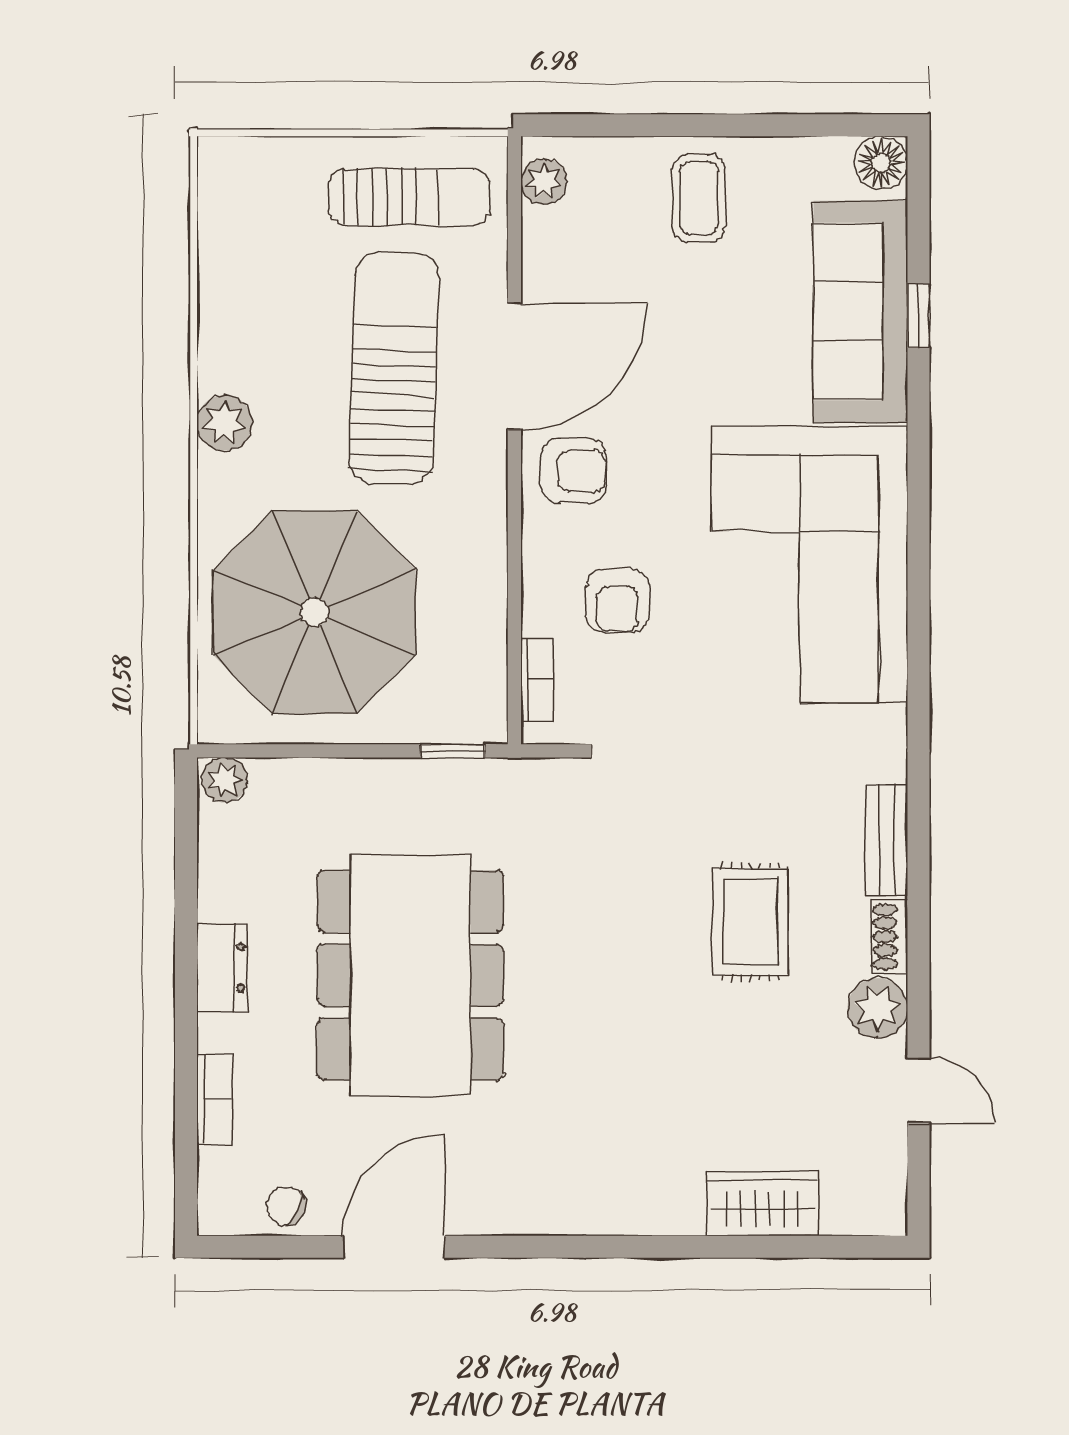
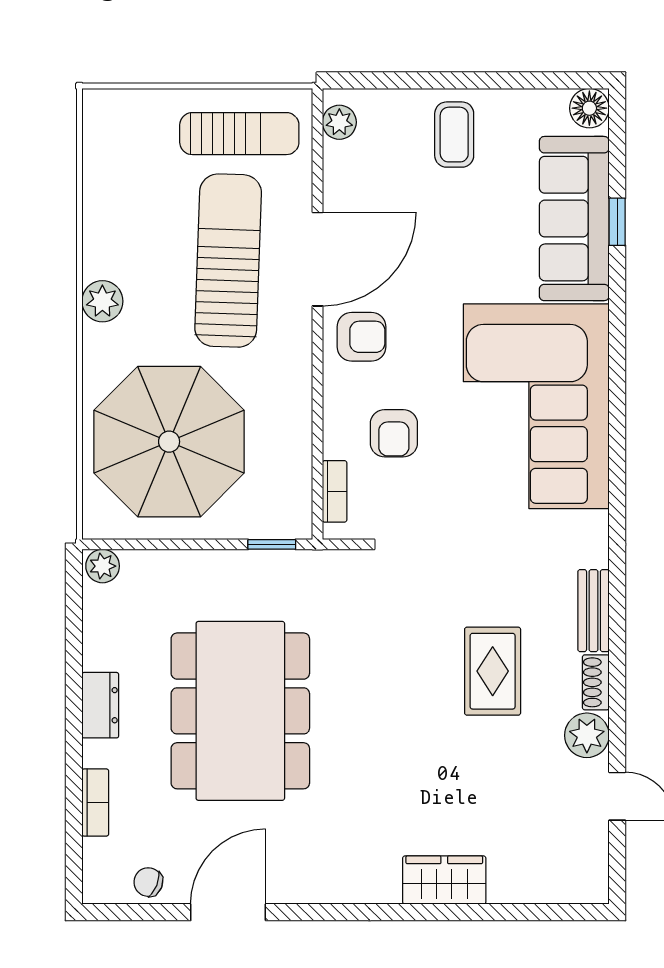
wardrobe: (763, 1203) -> (444, 880), moved

